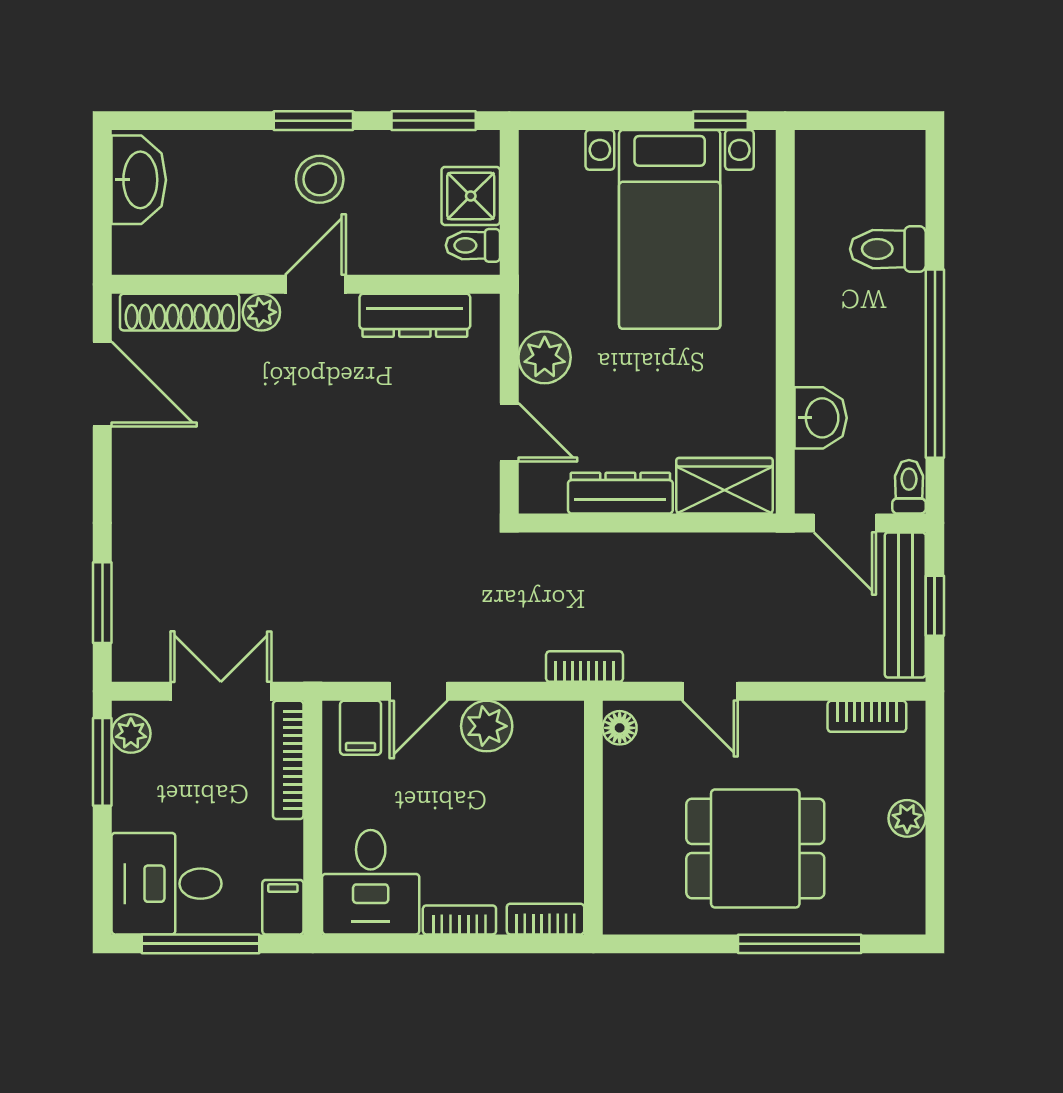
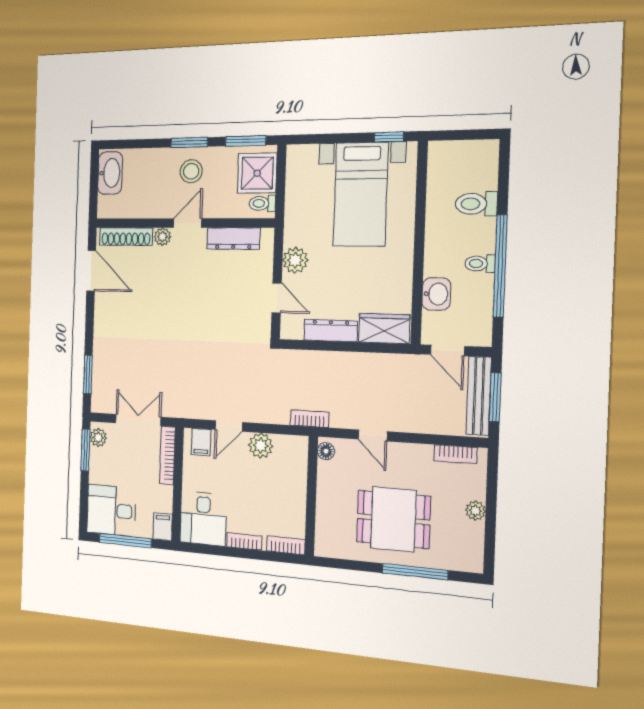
shower: (471, 196) -> (257, 173), width x1.36, depth x1.36
toilet: (909, 487) -> (480, 264), moved, turned -90
window: (935, 606) -> (495, 397), width x1.50

